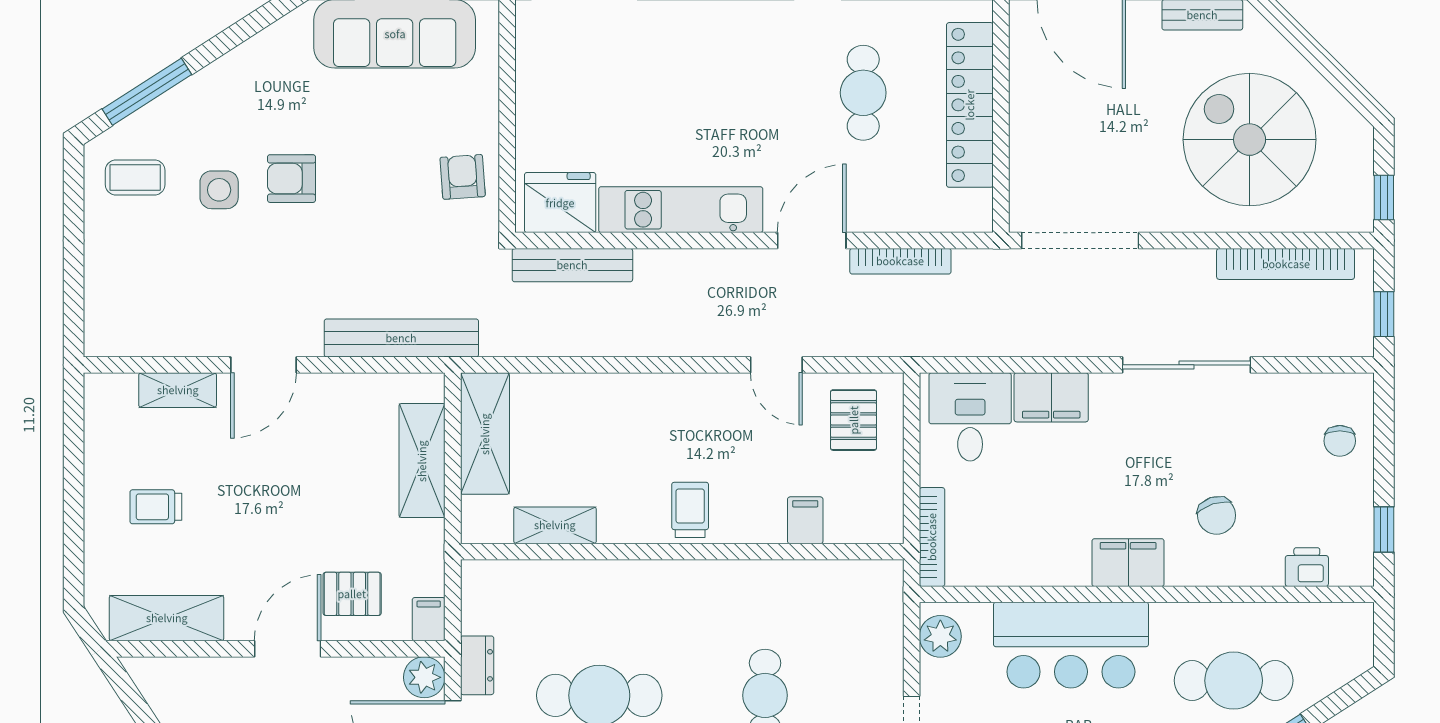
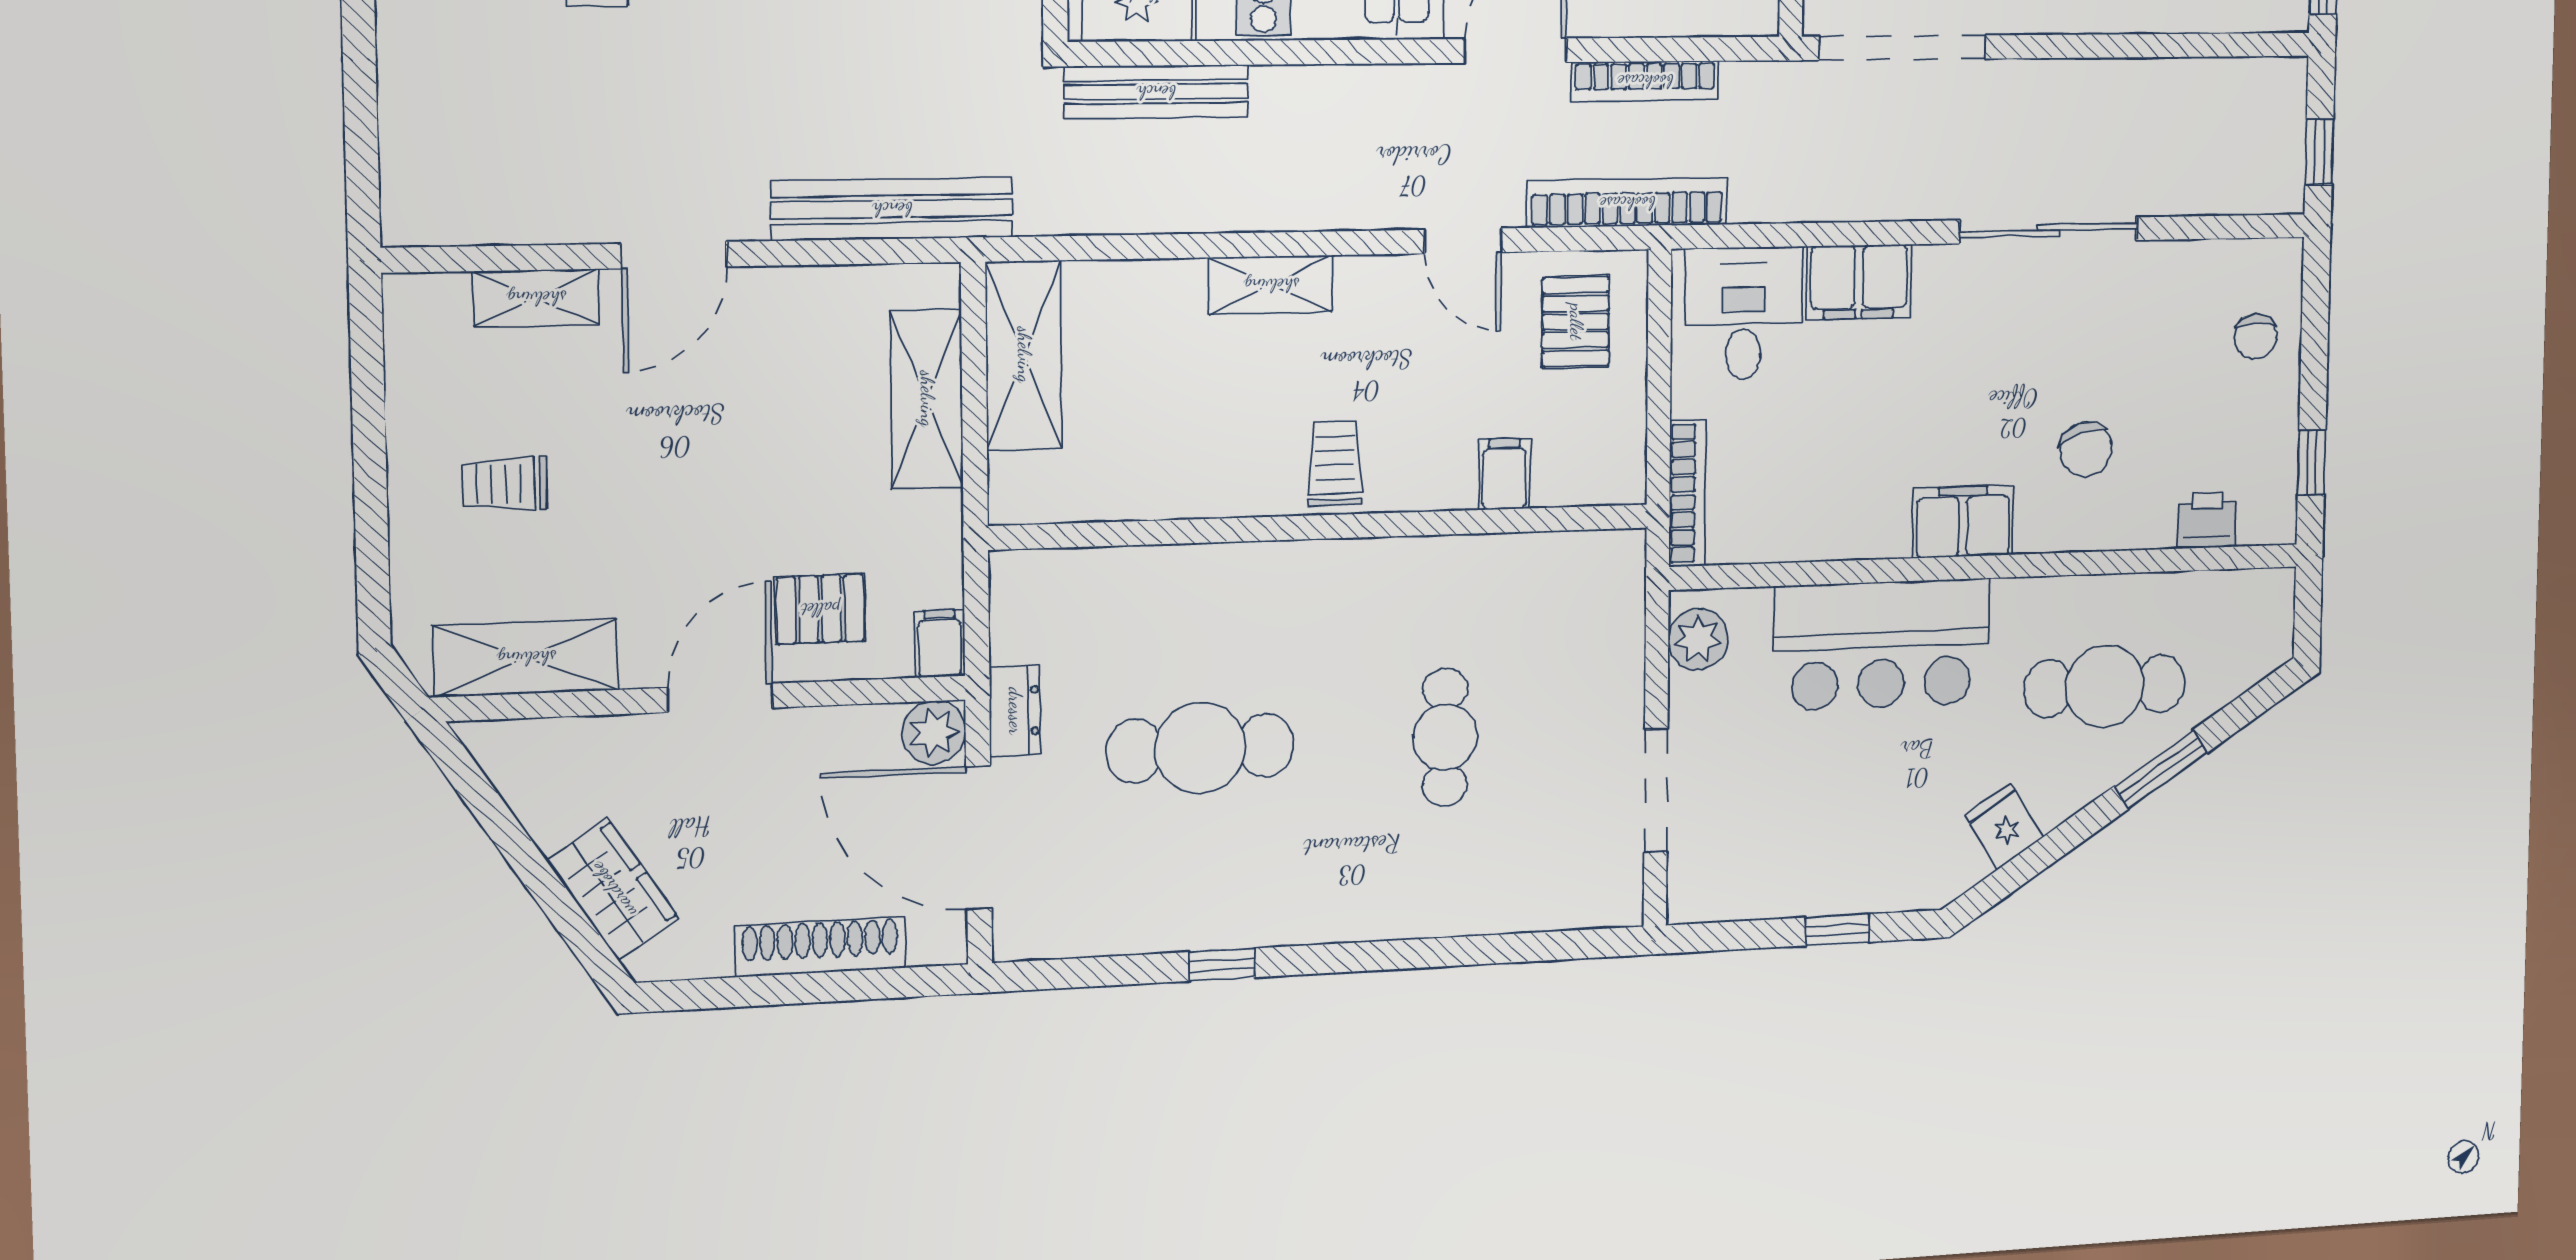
bookcase: (1286, 264) -> (1627, 203), moved, turned 180
shelving: (555, 525) -> (1271, 285), moved

